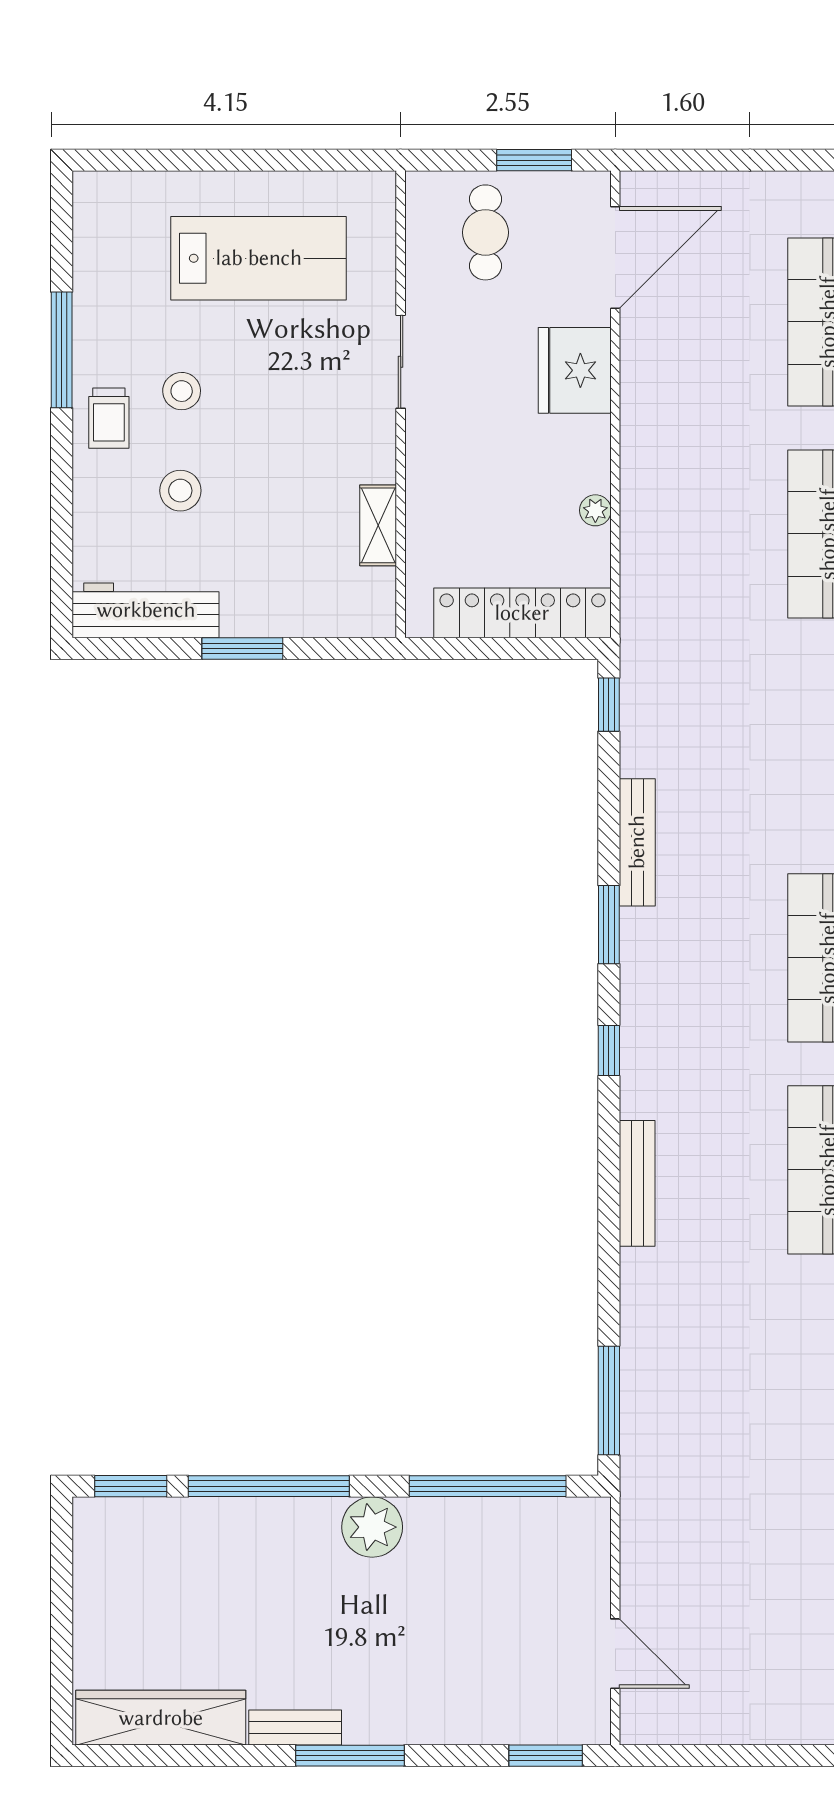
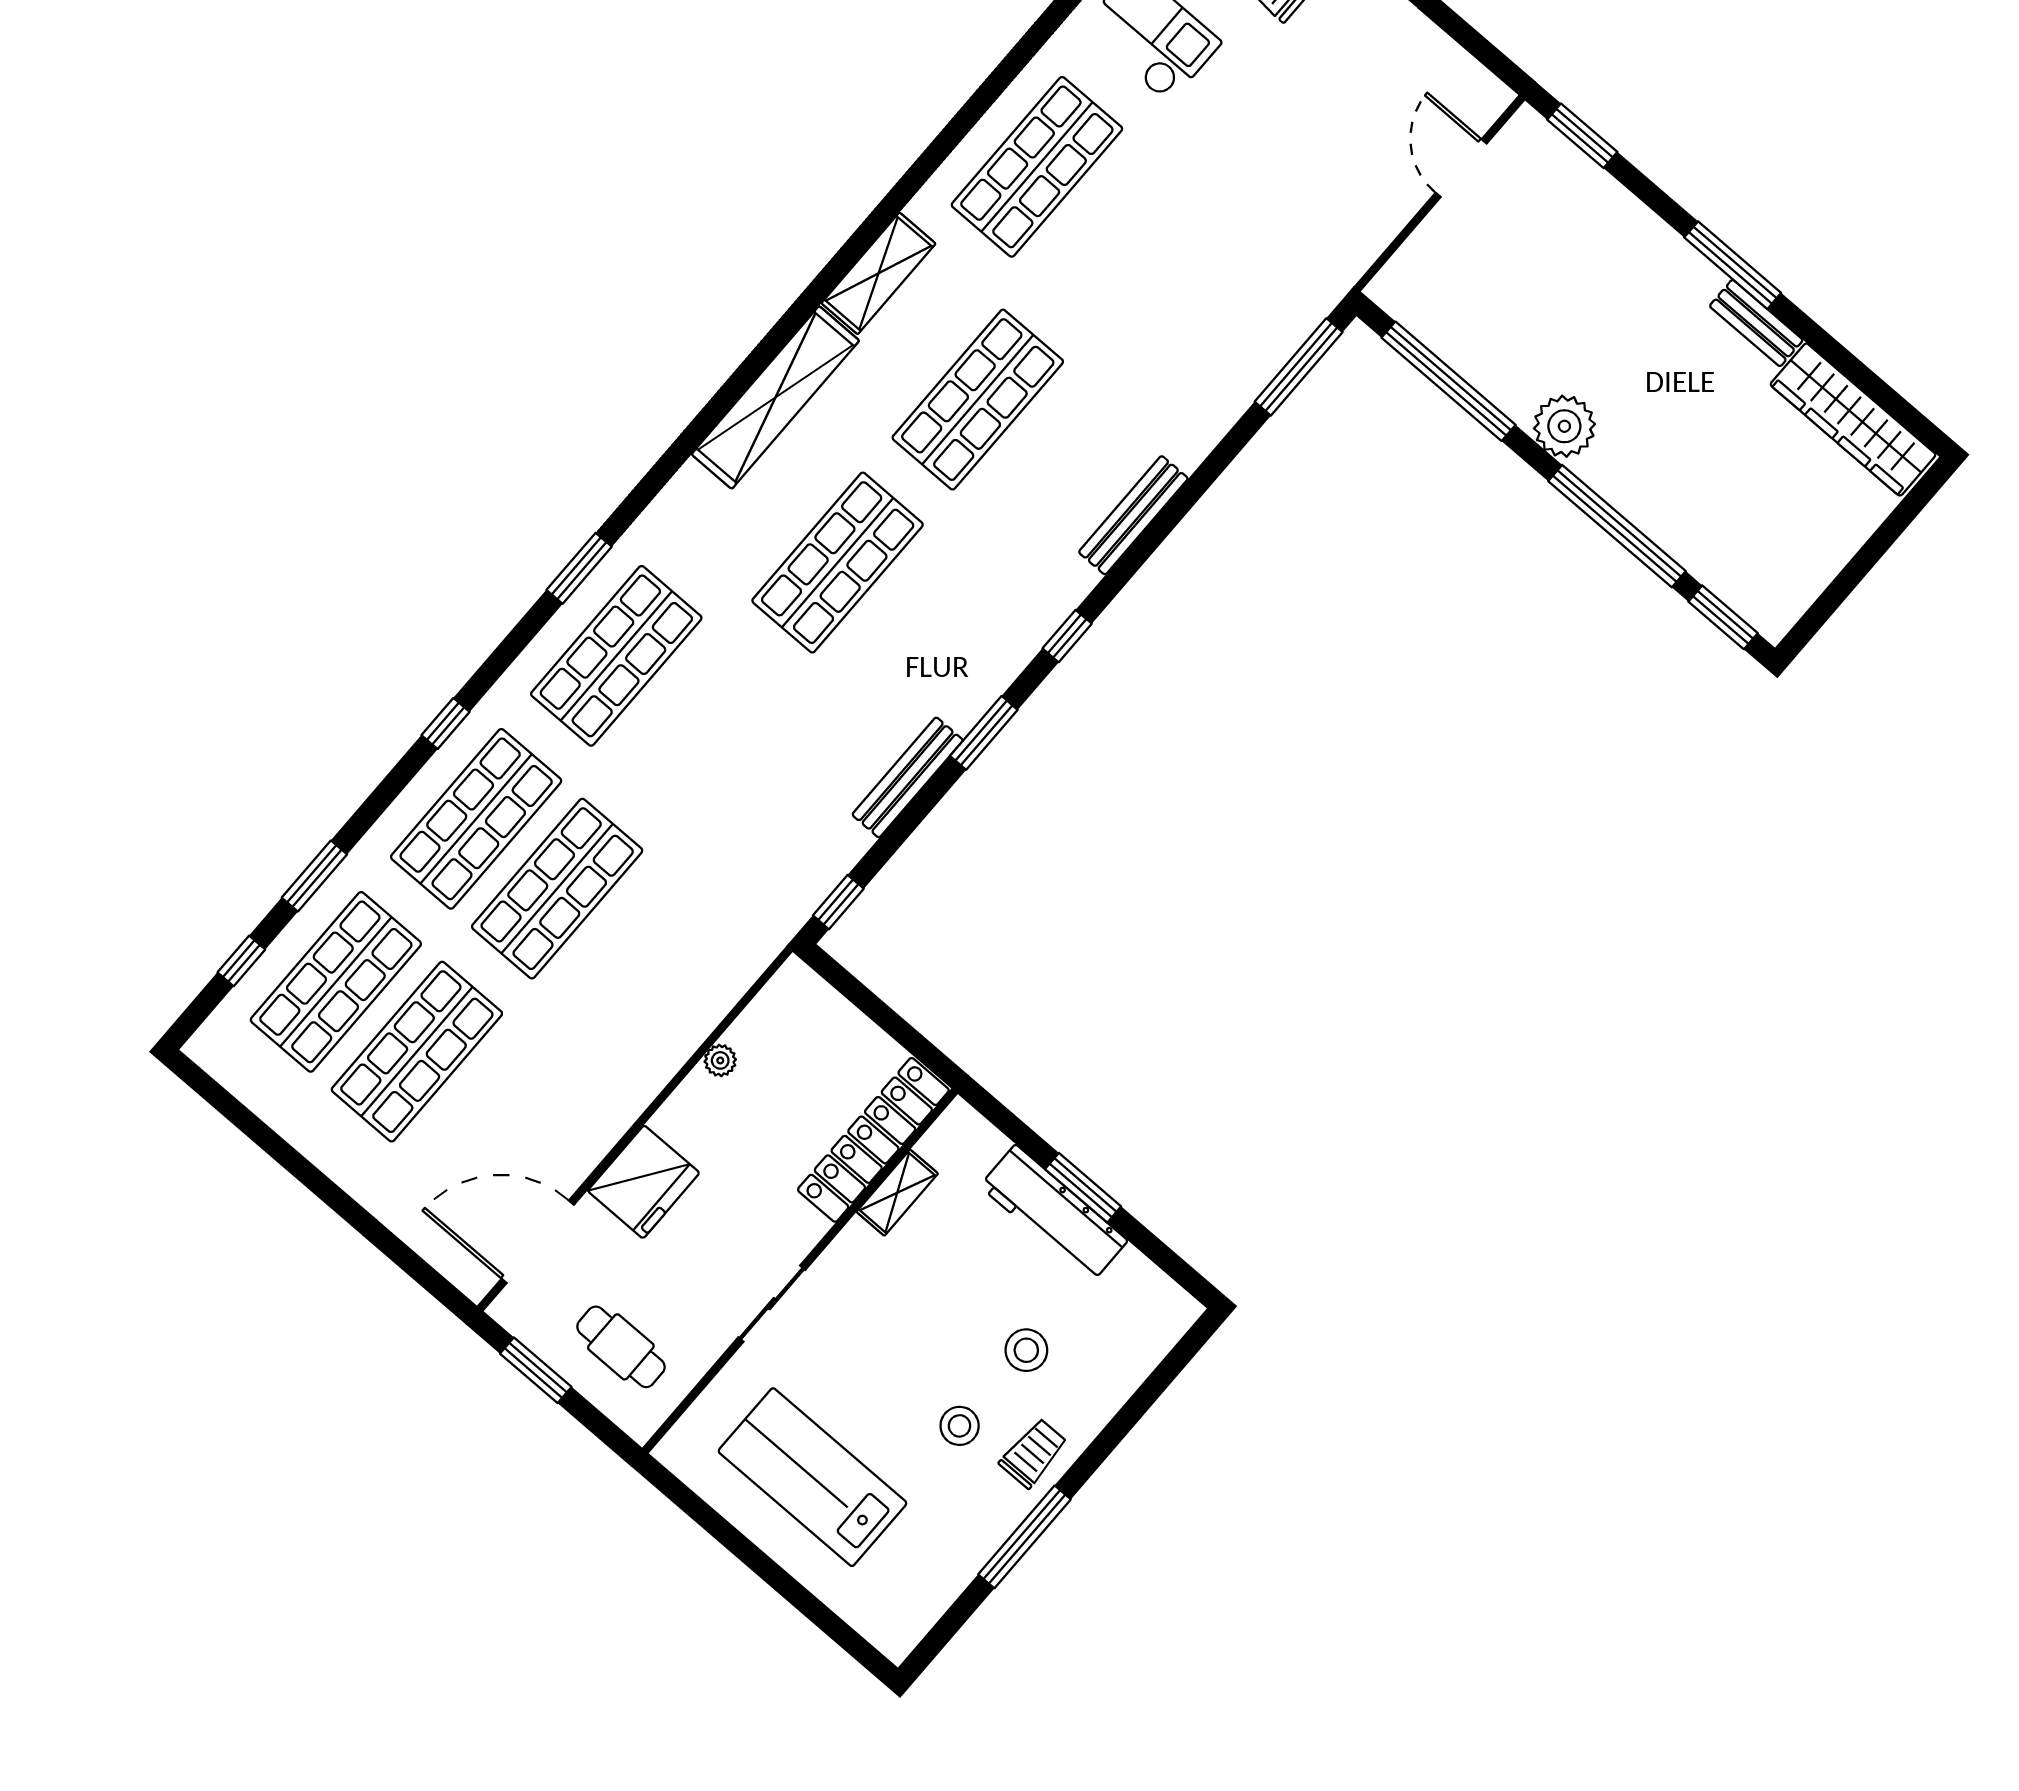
cafe table: (485, 232) -> (621, 1347), turned 90
workbench: (146, 610) -> (1054, 1213), moved
locker: (522, 613) -> (873, 1140), moved, turned 90

